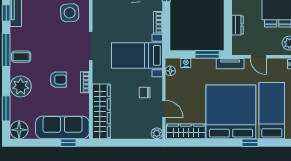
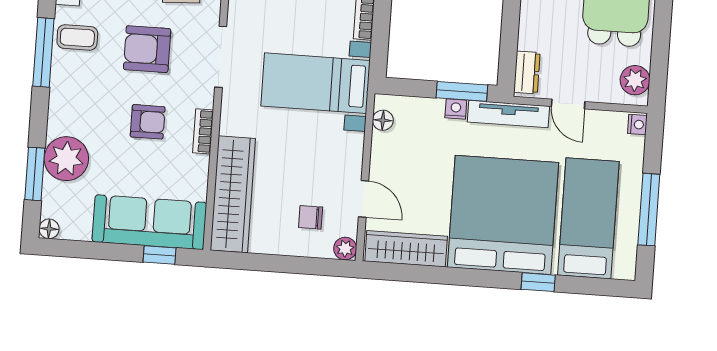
dresser: (237, 25) -> (527, 72), moved
armchair: (55, 45) -> (147, 49), added
coffee table: (21, 57) -> (77, 37), moved
nightstand: (186, 63) -> (456, 109), moved
tv unit: (230, 64) -> (508, 114), width x1.41
plant: (21, 86) -> (66, 159), moved
chair: (145, 93) -> (311, 217), moved
floor lamp: (19, 130) -> (49, 229), width x0.53, depth x0.53

